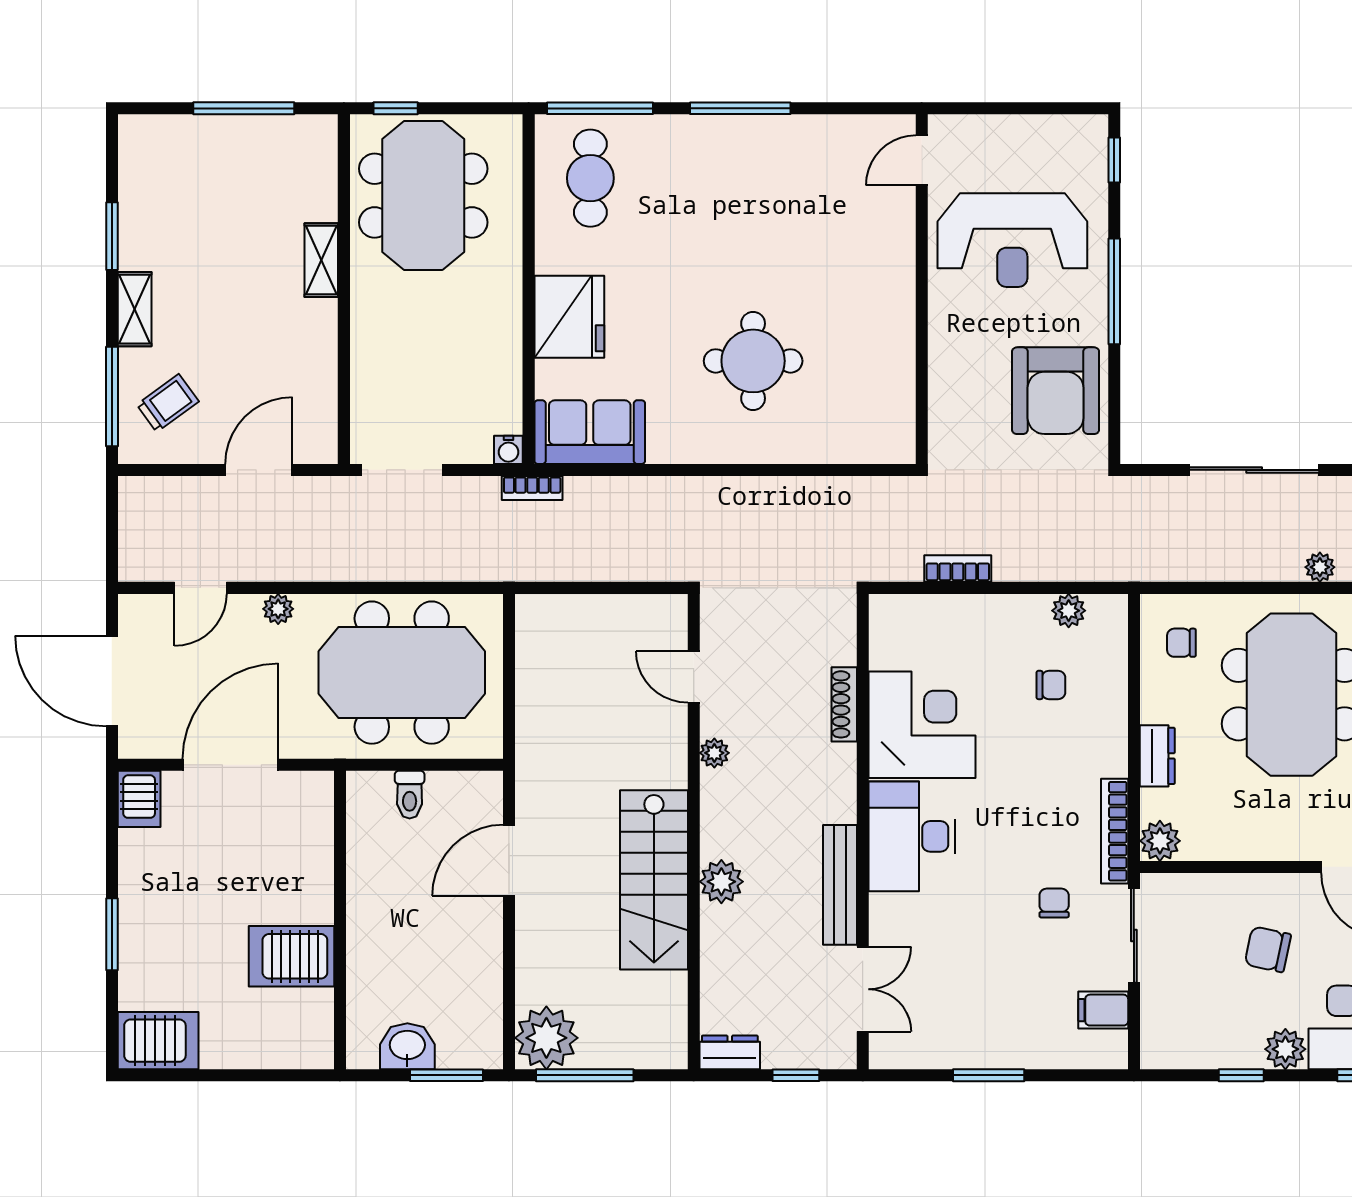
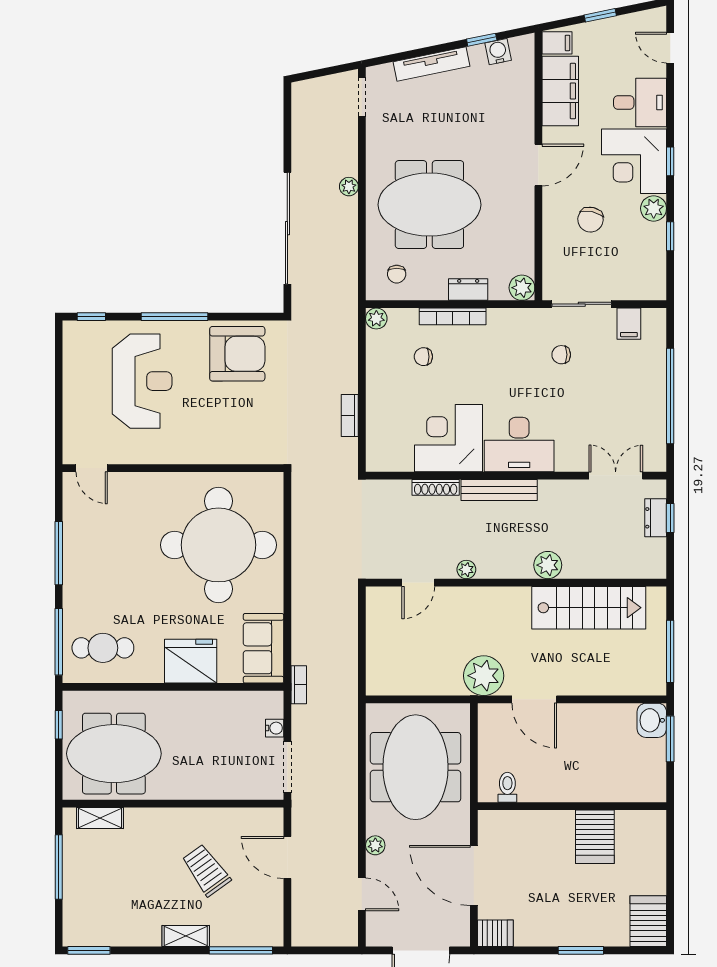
window: (396, 108) -> (59, 725), moved
door: (922, 160) -> (92, 468), moved
window: (112, 236) -> (89, 950), moved
shelving: (321, 260) -> (100, 818), moved
wall: (922, 289) -> (173, 468), moved
round table: (753, 361) -> (218, 545), width x1.86, depth x1.86
trolley: (168, 403) -> (206, 870), moved, width x1.36, depth x1.39
water cooler: (508, 450) -> (275, 728), moved
sliding door: (1254, 470) -> (287, 228), width x1.36
plant: (1069, 611) -> (376, 319), moved
chair: (1051, 685) -> (423, 357), turned -90
toilet: (410, 795) -> (507, 787), moved, turned -90
bookcase: (1115, 831) -> (453, 316), moved
stairs: (654, 880) -> (589, 608), moved
bench: (840, 885) -> (499, 490), moved
plant: (546, 1038) -> (484, 676), moved
washbasin: (407, 1046) -> (652, 720), moved
dresser: (730, 1052) -> (656, 518), moved
window: (989, 1075) -> (670, 396), width x2.11

